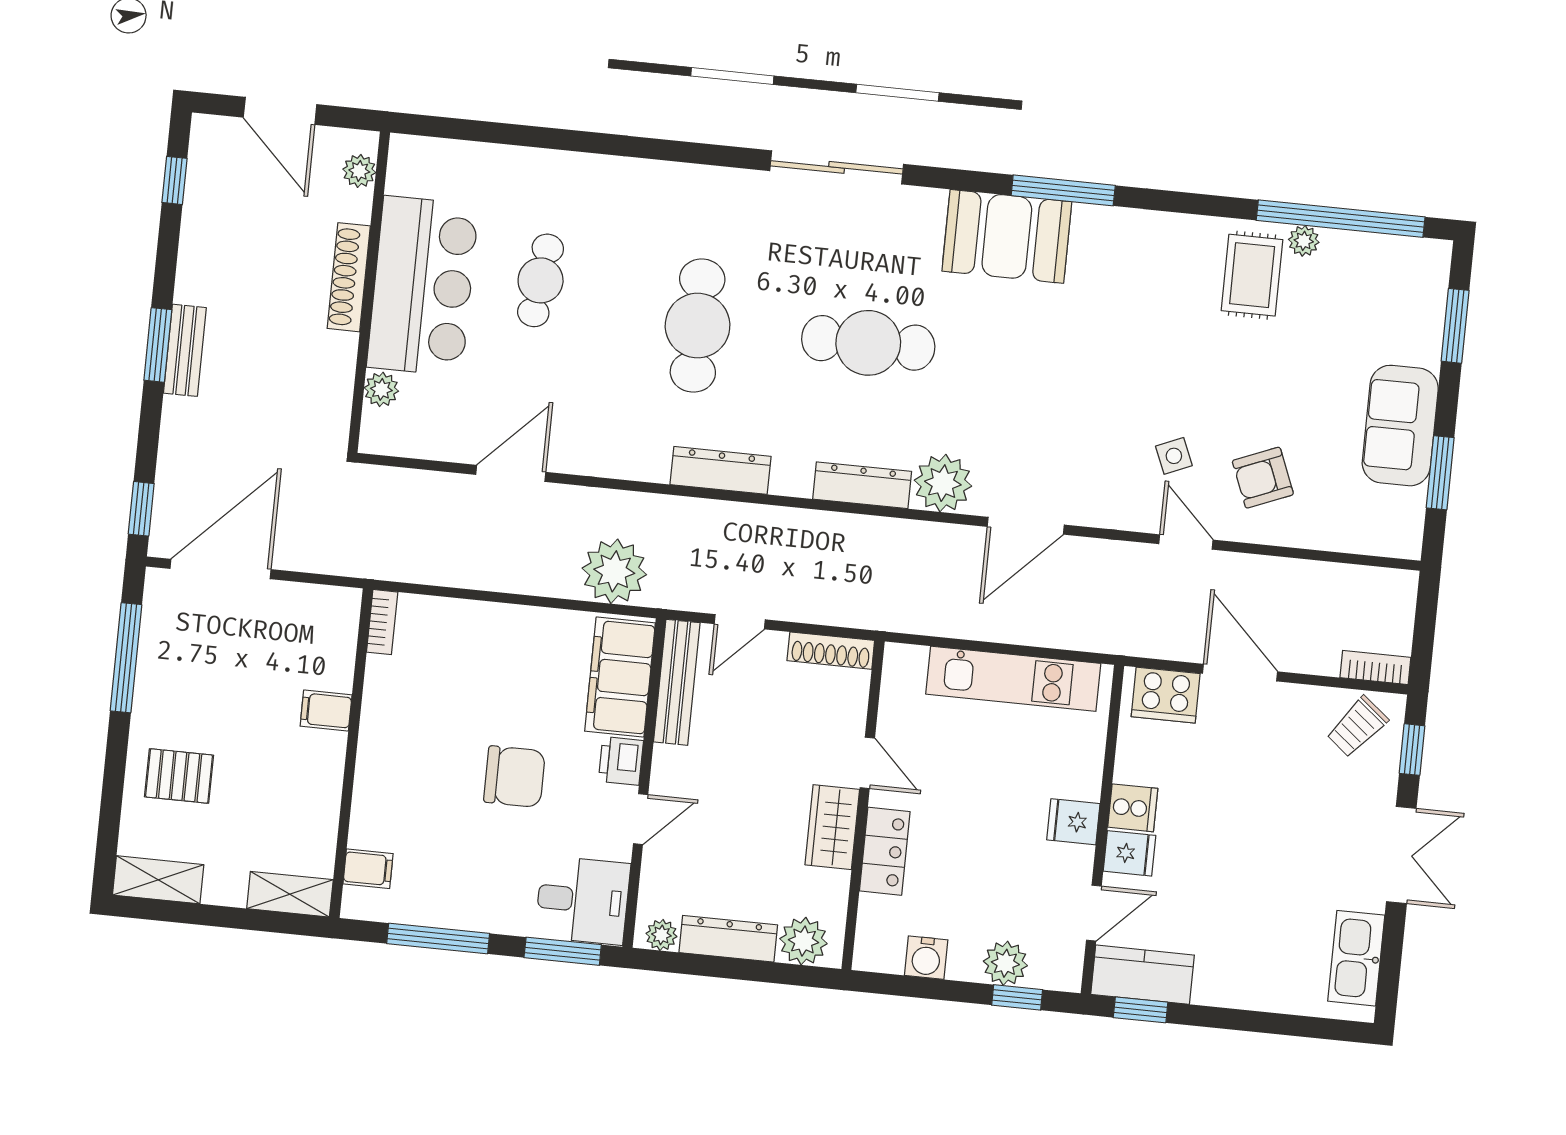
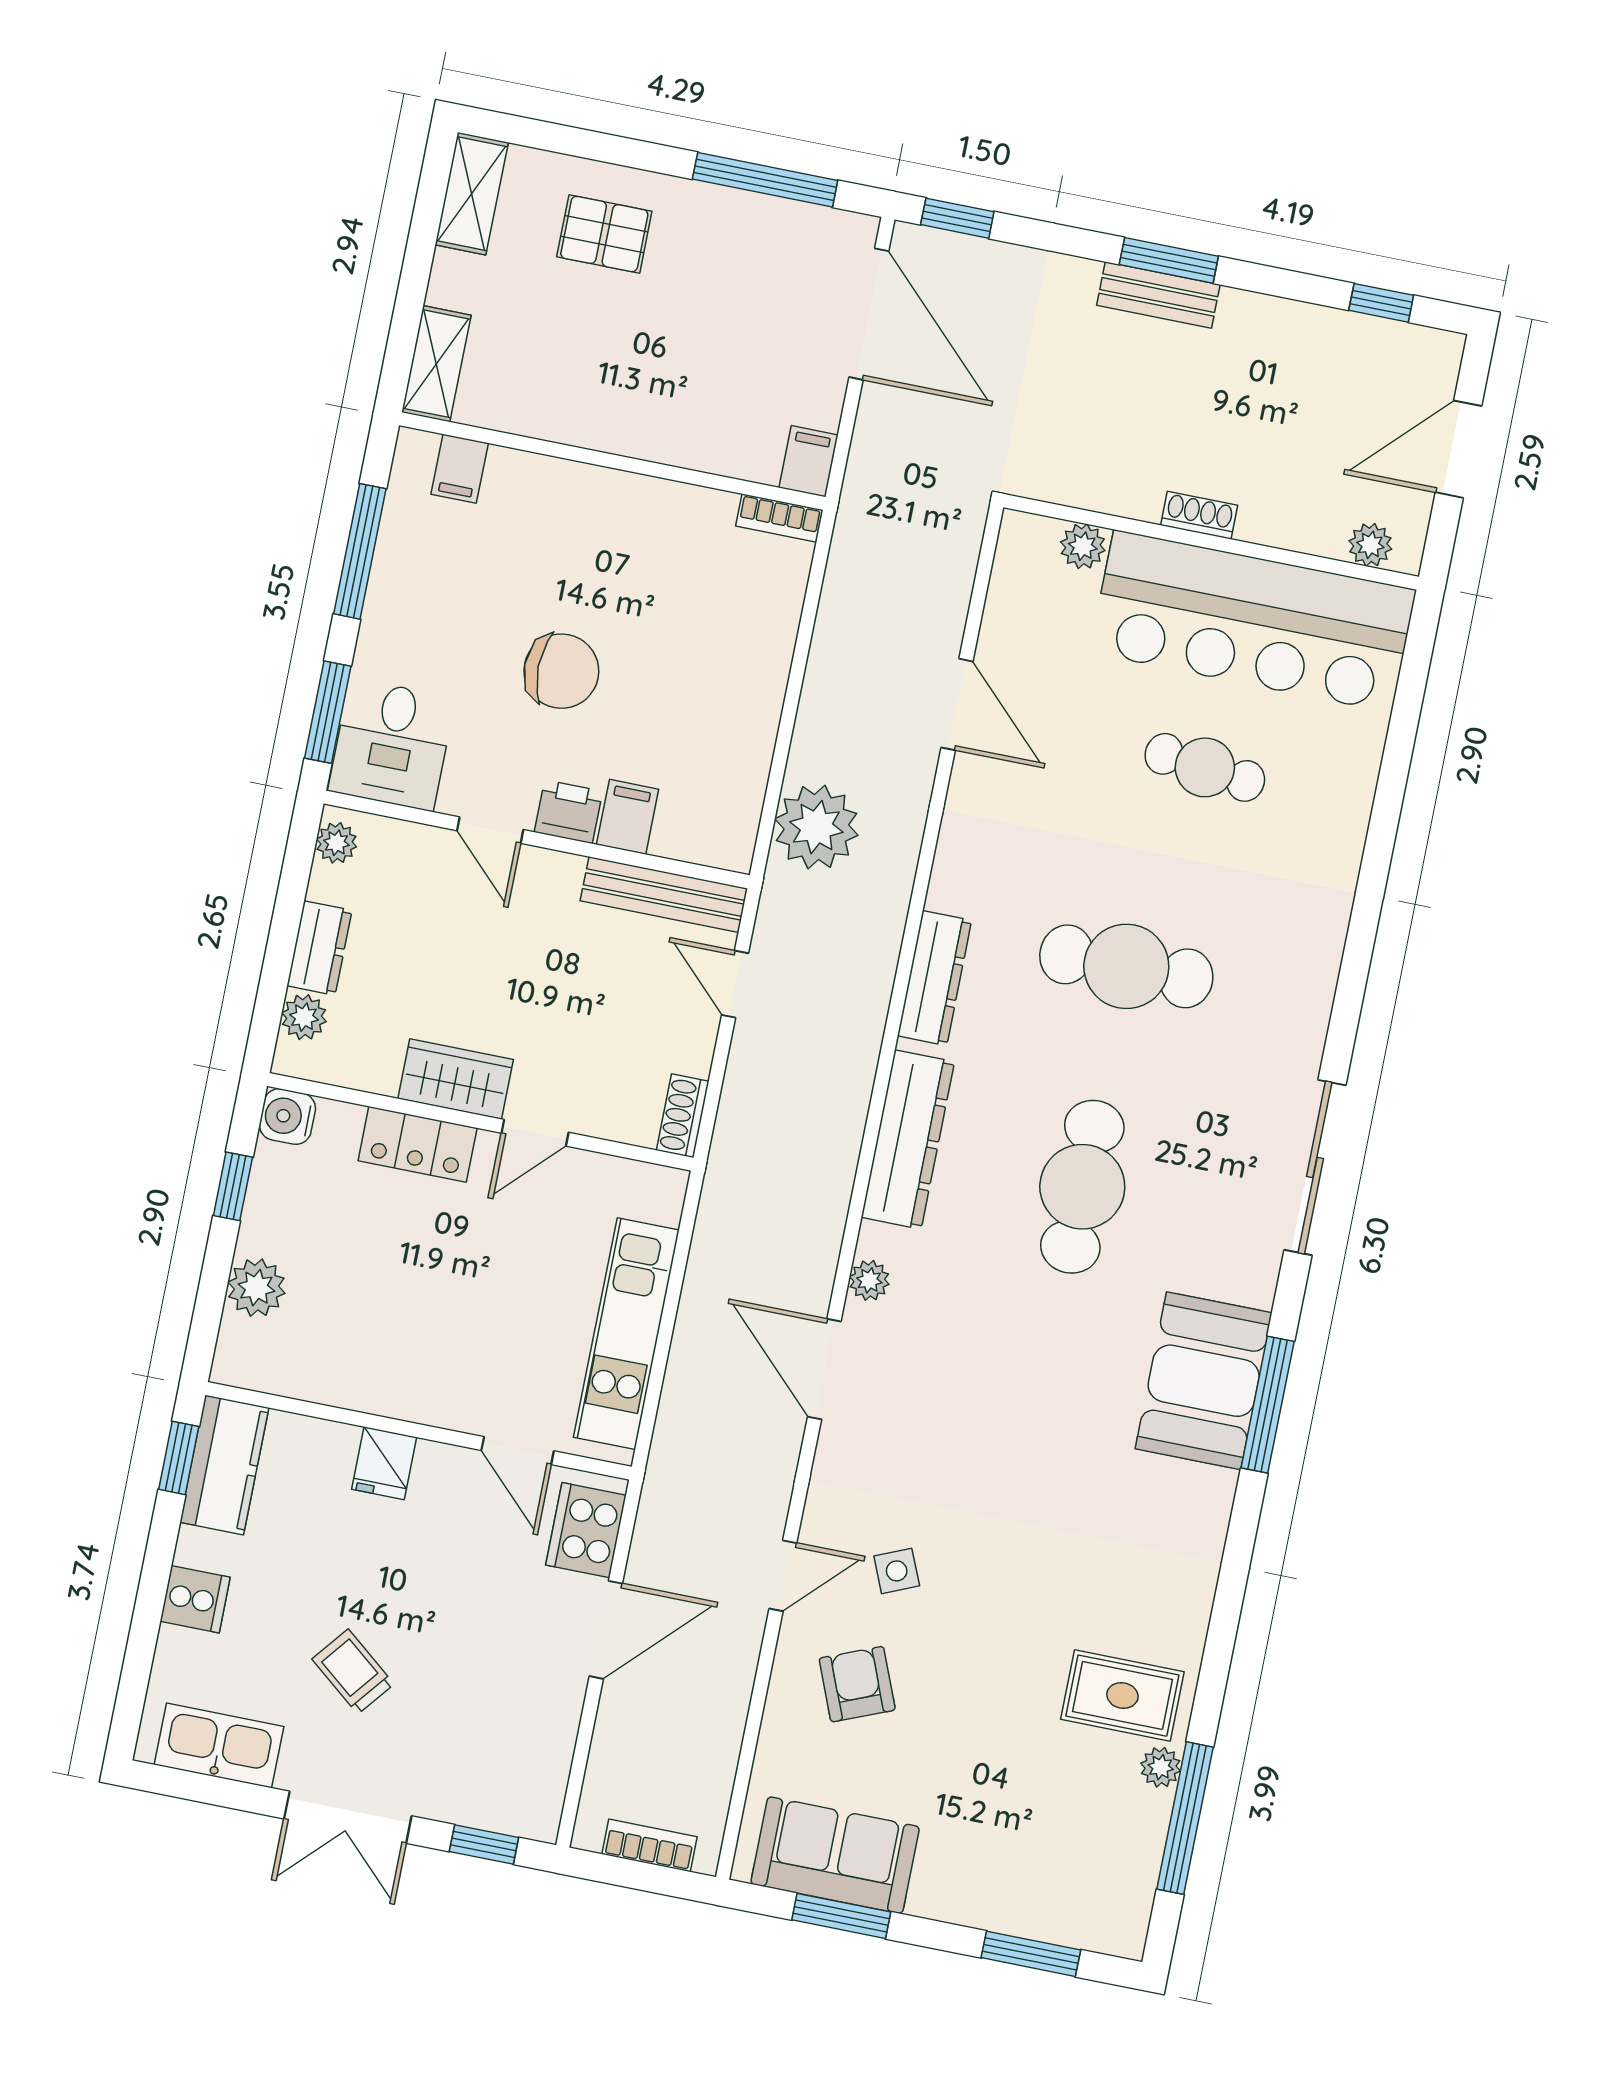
window: (1063, 190) -> (1268, 1405), moved
window: (1341, 219) -> (1185, 1818), width x0.68
shoe rack: (349, 277) -> (1199, 515), width x0.51, depth x0.81
bar counter: (423, 286) -> (1253, 621), width x1.36
sofa: (1400, 426) -> (835, 1855), moved
plant: (943, 483) -> (869, 1280), width x0.53, depth x0.53
dresser: (862, 485) -> (908, 1140), width x1.37, depth x1.24
shoe rack: (831, 651) -> (683, 1116), width x0.70
bookcase: (1375, 668) -> (650, 1845), moved, turned -90
filing cabinet: (620, 677) -> (628, 817), width x0.33, depth x0.86
filing cabinet: (326, 711) -> (808, 461), moved
trolley: (1357, 727) -> (353, 1672), moved
pallet: (179, 776) -> (604, 234), turned 90
chair: (514, 777) -> (561, 671), turned -90
cooker: (1133, 808) -> (195, 1599), moved, turned -90
fridge: (1073, 822) -> (432, 1394), removed
door: (1094, 913) -> (518, 1451), moved
dresser: (728, 939) -> (319, 948), width x0.70
plant: (803, 941) -> (304, 1017), width x0.73, depth x0.73
water cooler: (926, 958) -> (287, 1117), moved
window: (1017, 997) -> (233, 1186), moved

